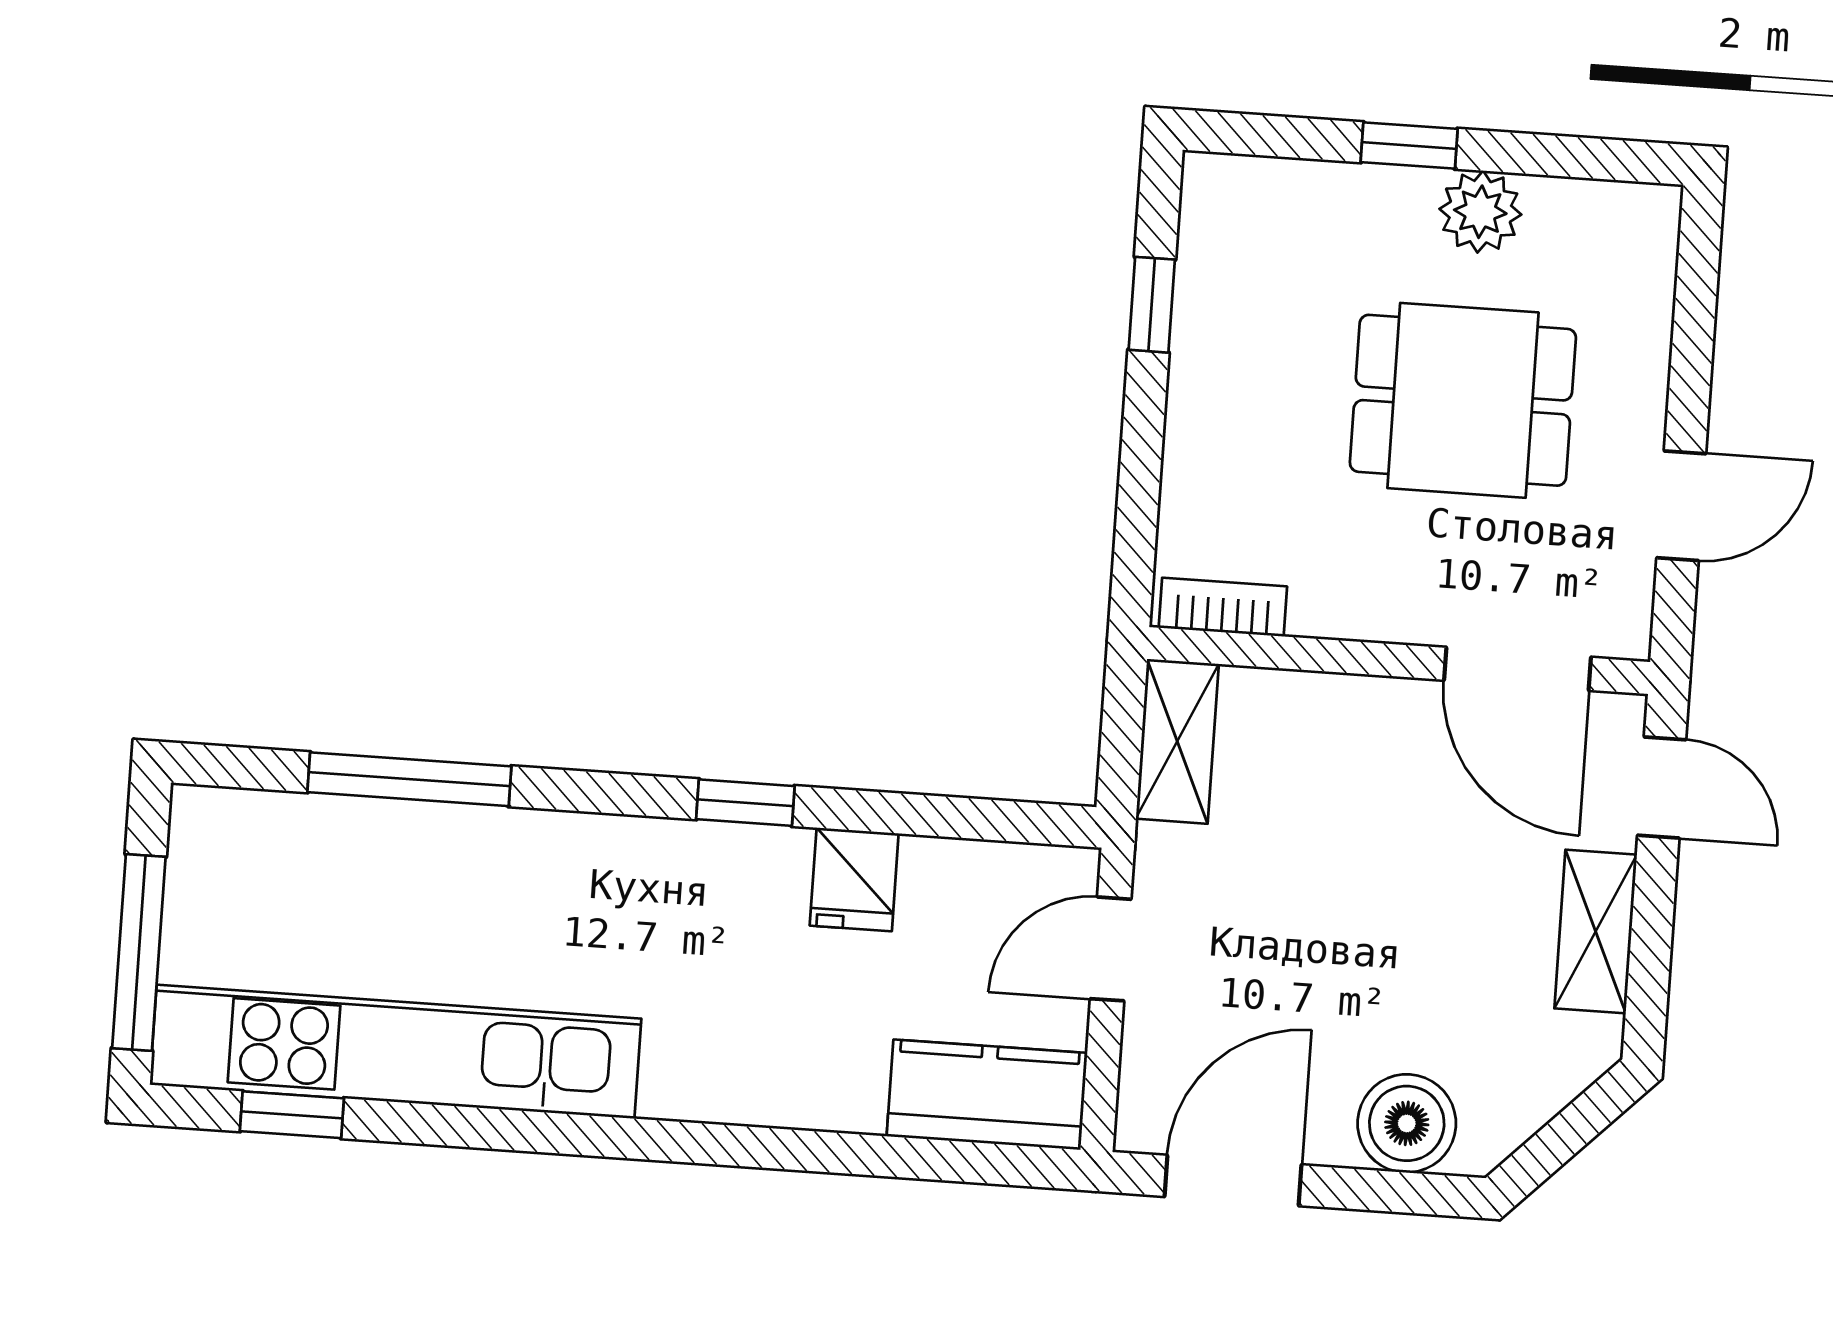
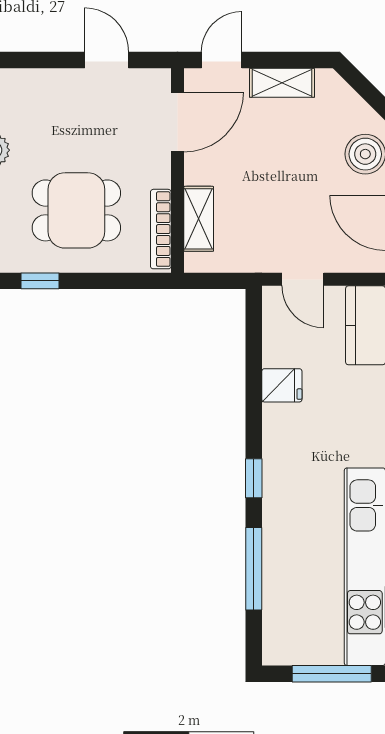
dining table: (1463, 400) -> (76, 210), moved, turned 90
bookcase: (1223, 607) -> (161, 229), width x1.56
shelving: (1177, 741) -> (199, 219), moved, turned 90
window: (745, 803) -> (254, 478), moved

